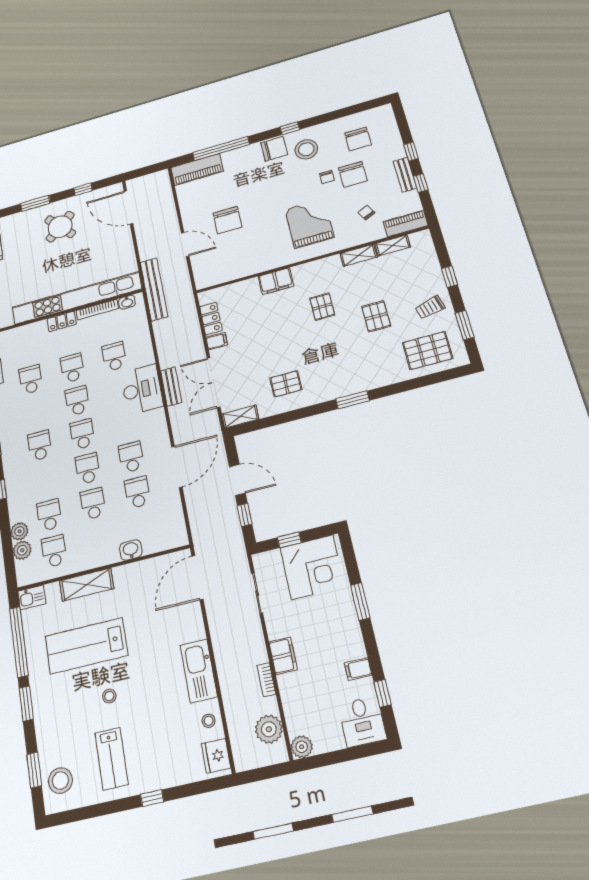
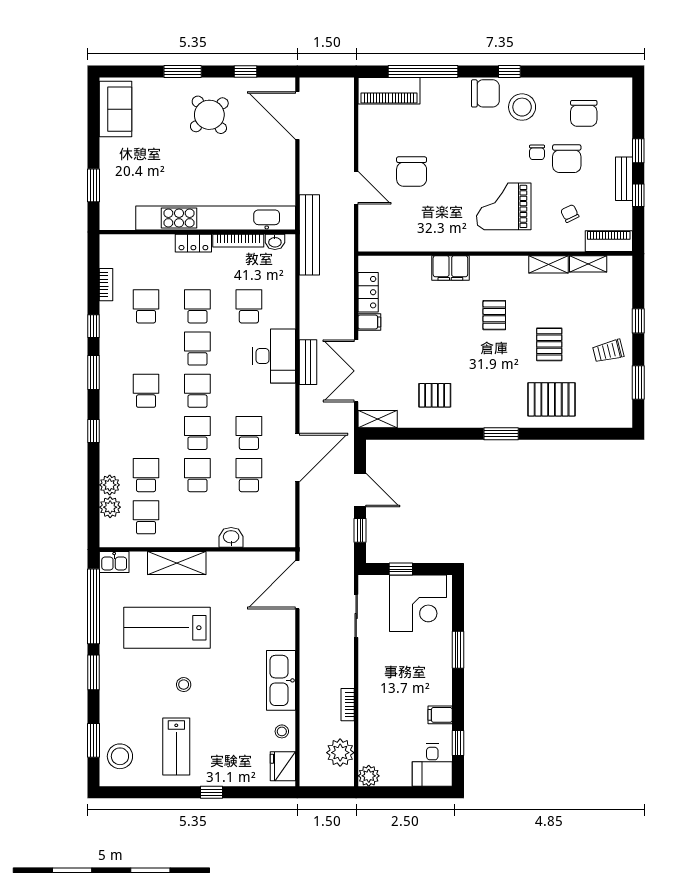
grand piano: (309, 223) -> (504, 206), turned -90
pallet: (428, 351) -> (552, 399), moved
filing cabinet: (283, 656) -> (369, 685), removed

